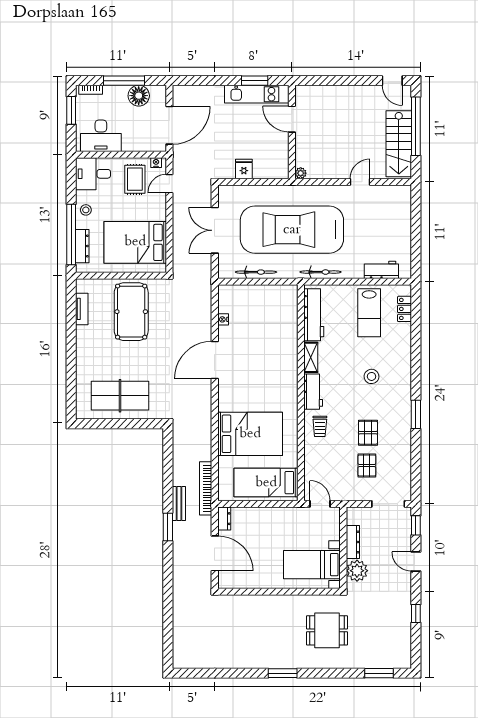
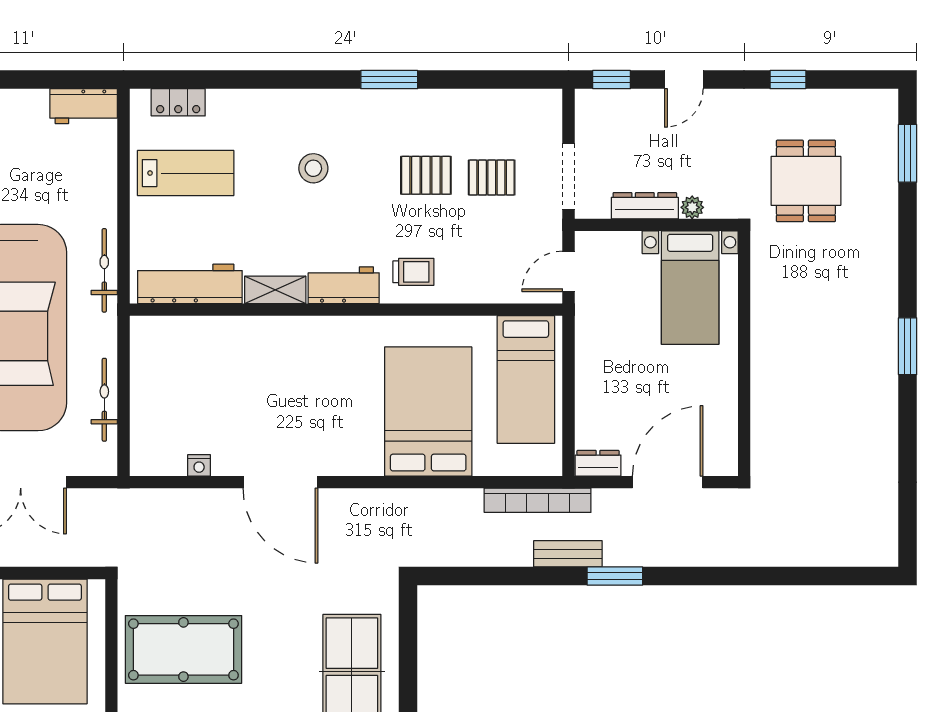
workbench: (381, 270) -> (84, 106), moved, turned -90
doorway: (388, 504) -> (569, 177), moved
plant: (357, 571) -> (692, 207), width x0.53, depth x0.53
dining table: (327, 630) -> (806, 181), moved

